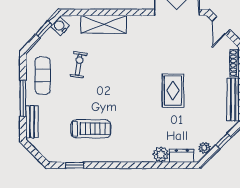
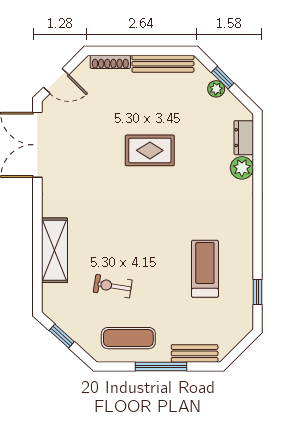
water cooler: (60, 26) -> (57, 313), removed
plant: (204, 148) -> (216, 89), moved

